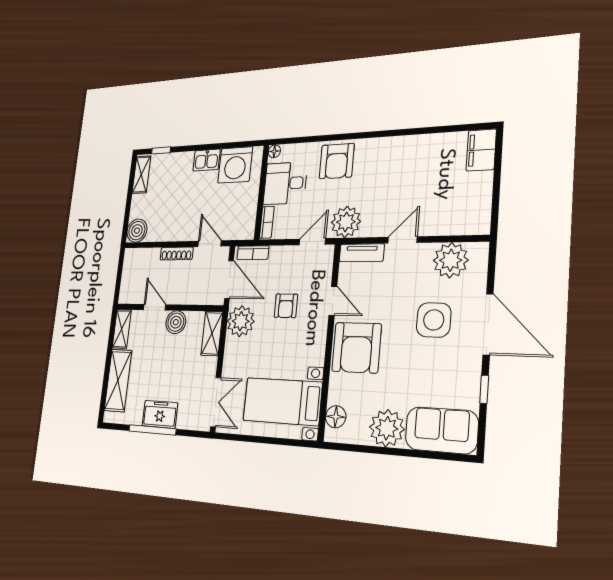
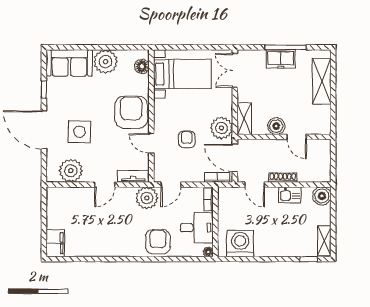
kitchen sink: (207, 160) -> (290, 195), moved, turned 180
shelving: (122, 329) -> (324, 120), removed

